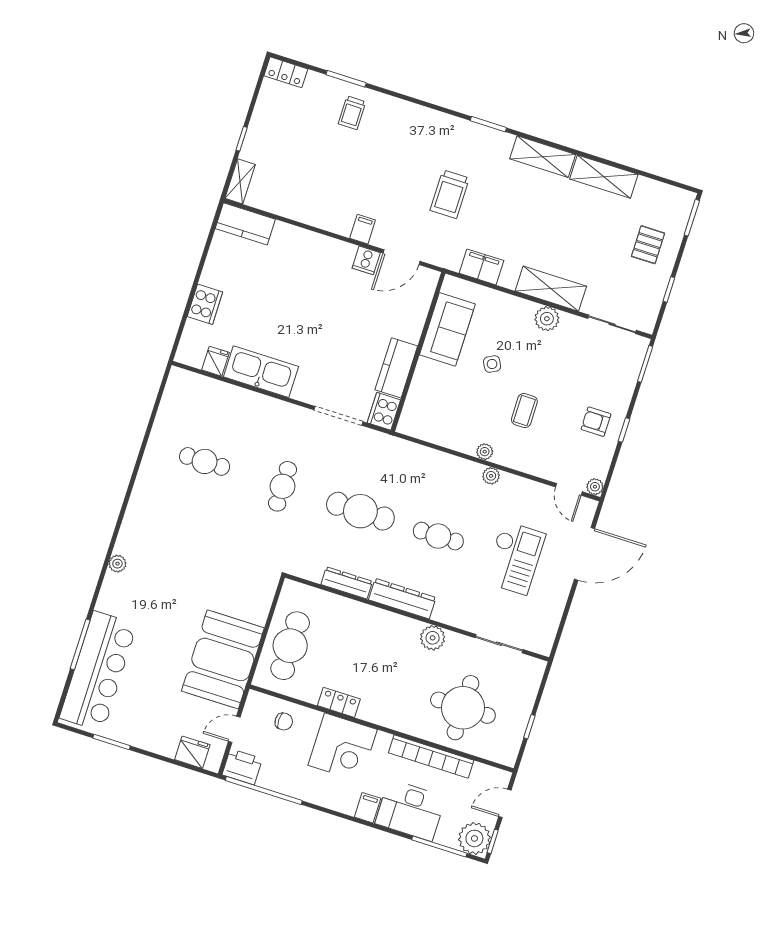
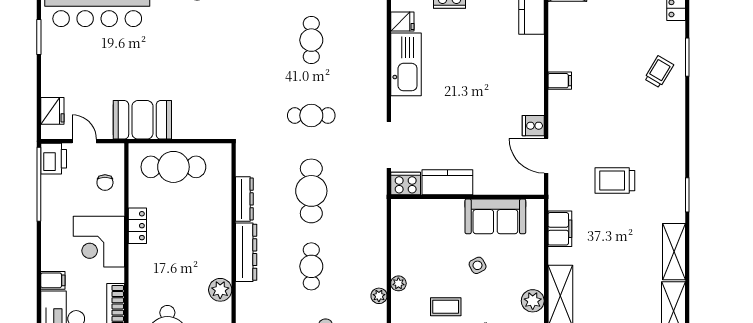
trolley: (352, 113) -> (659, 72), turned 121
filing cabinet: (363, 229) -> (560, 81), moved
booth: (223, 659) -> (142, 120), width x0.73, depth x0.70

